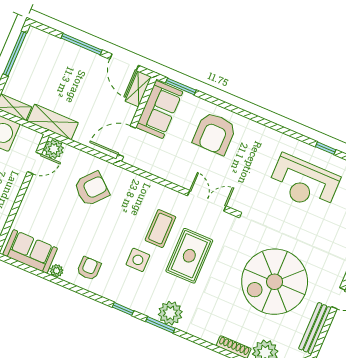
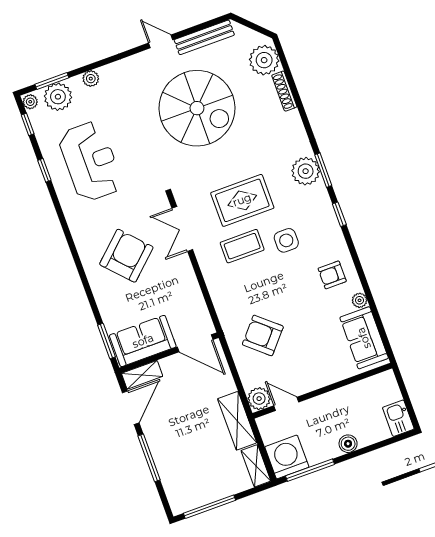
armchair: (215, 133) -> (126, 256), moved, turned -43

